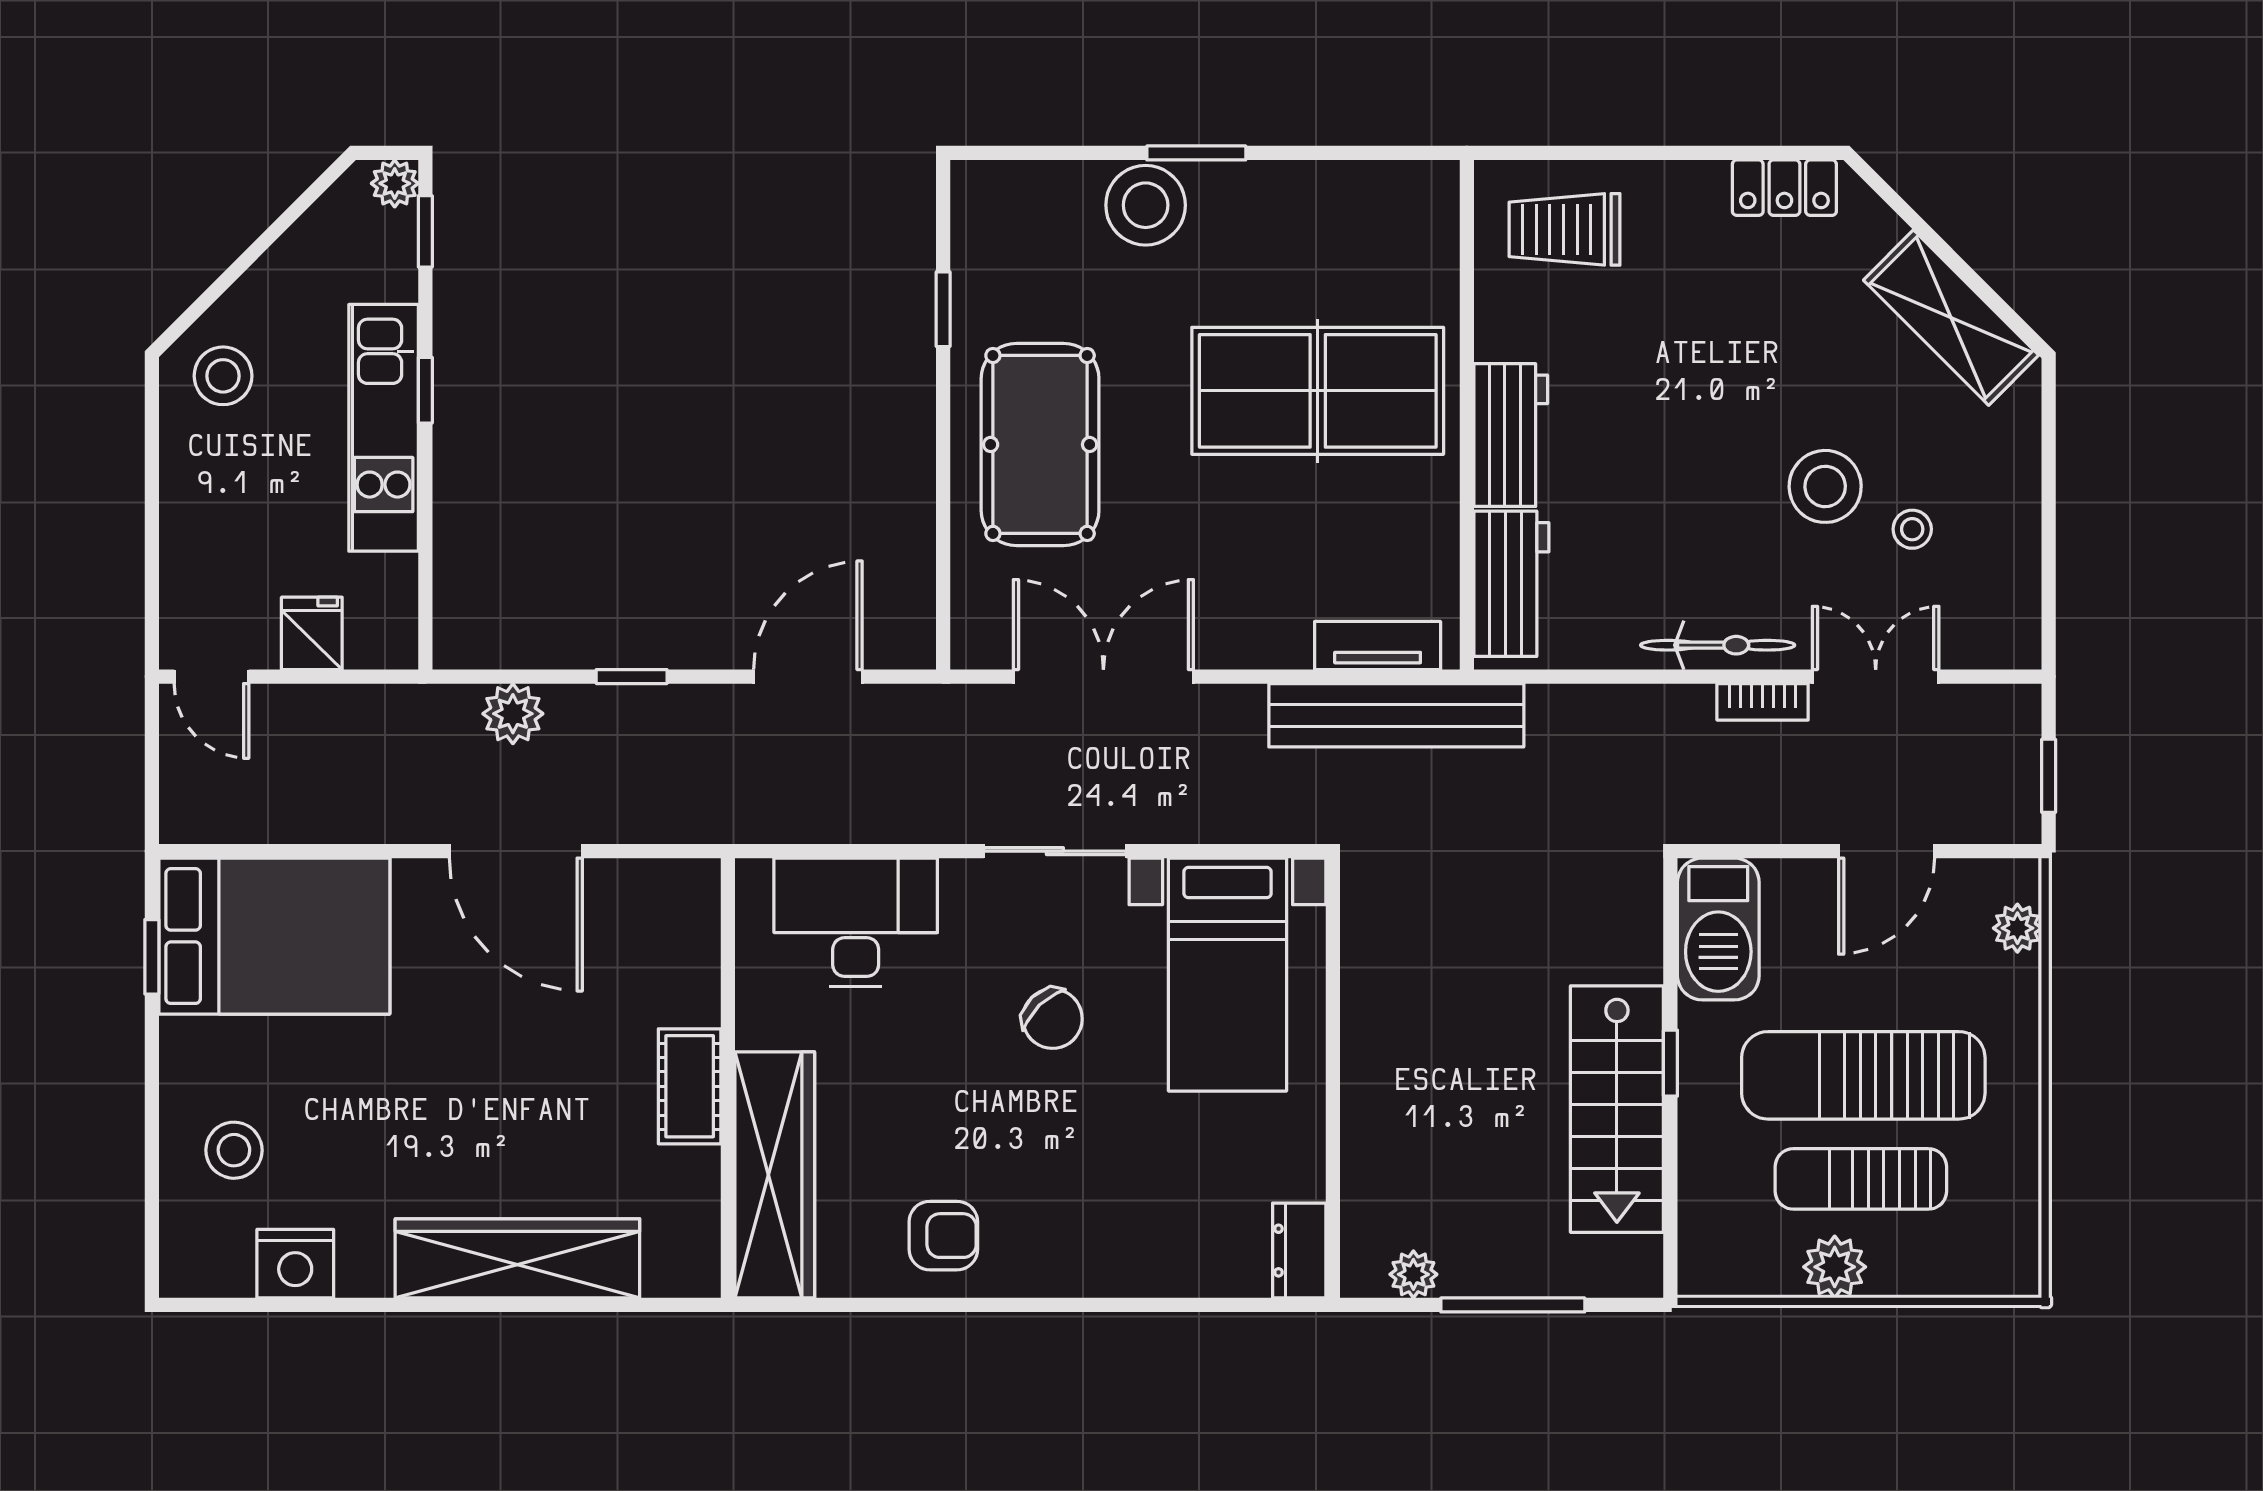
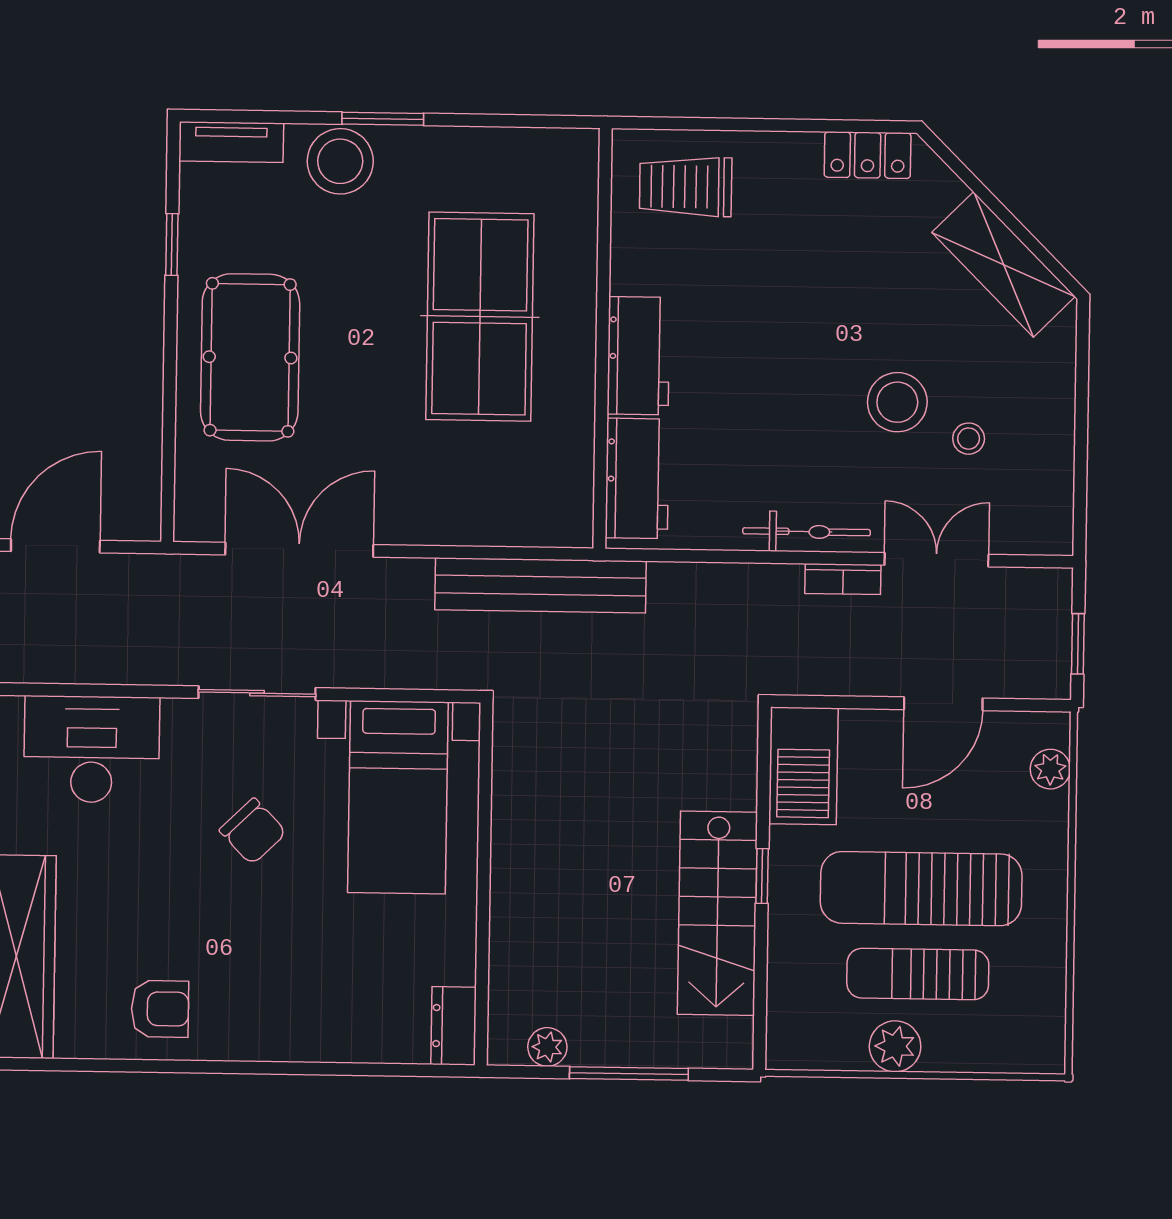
table tennis table: (1318, 391) -> (480, 317), turned 90
tv unit: (1378, 646) -> (231, 142), moved, turned 180

